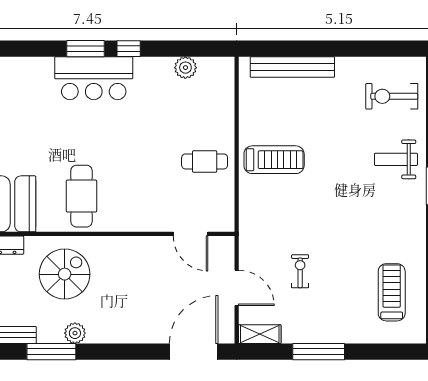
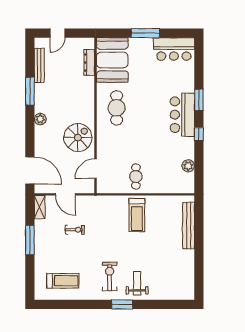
window: (85, 49) -> (199, 100), moved
exercise bike: (392, 96) -> (110, 276), moved
cafe table: (81, 196) -> (117, 108), turned 90
spiral stairs: (65, 274) -> (78, 138), moved, turned -90
door: (237, 288) -> (65, 194), hinge flipped
plant: (75, 333) -> (40, 119), moved

